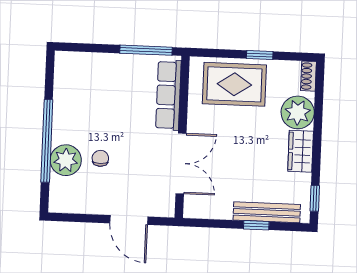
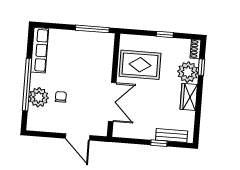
rug: (234, 84) -> (140, 65), moved
row of seats: (168, 95) -> (40, 50), moved, turned 180
window: (315, 198) -> (201, 67), moved
bench: (267, 212) -> (172, 136), width x0.73

